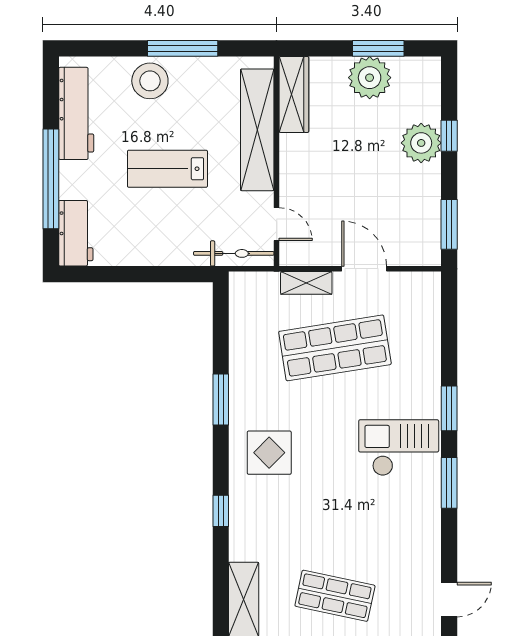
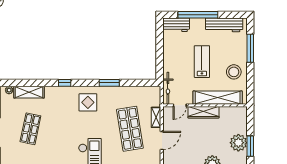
window: (183, 48) -> (250, 48), moved
stool: (150, 81) -> (234, 72), moved
wardrobe: (294, 94) -> (203, 112), moved

